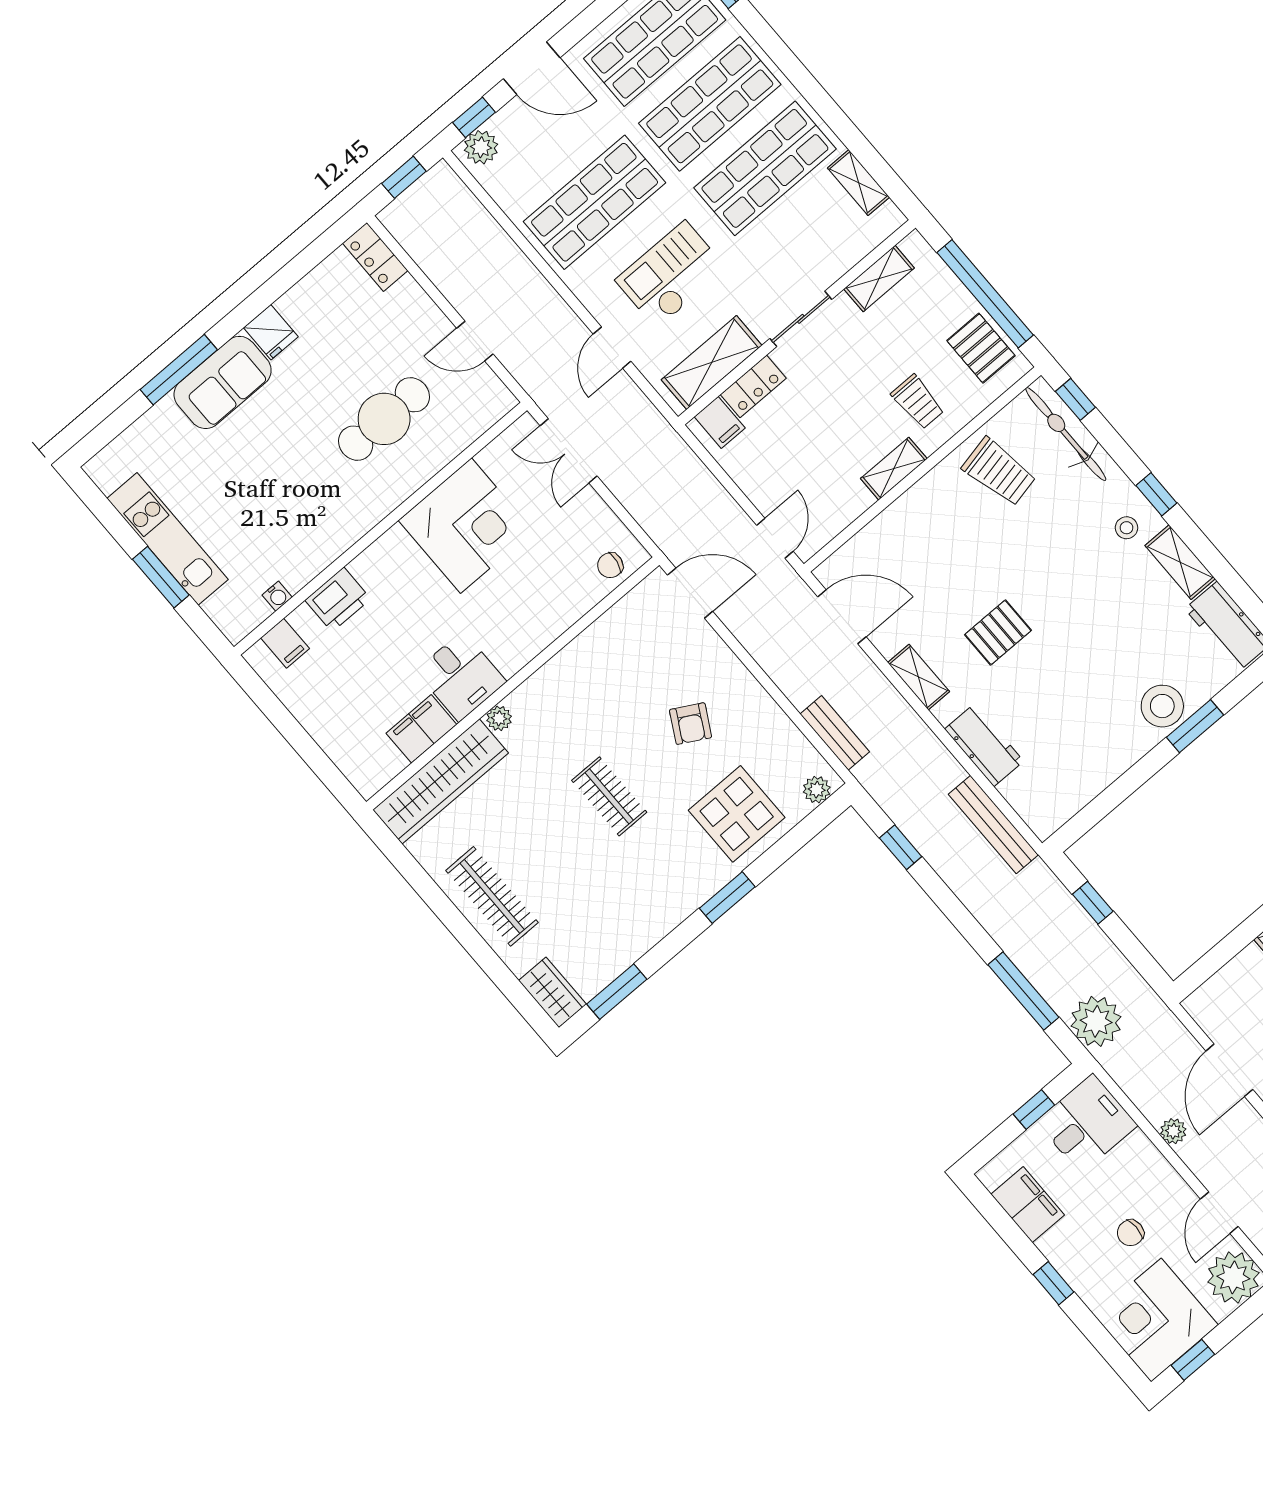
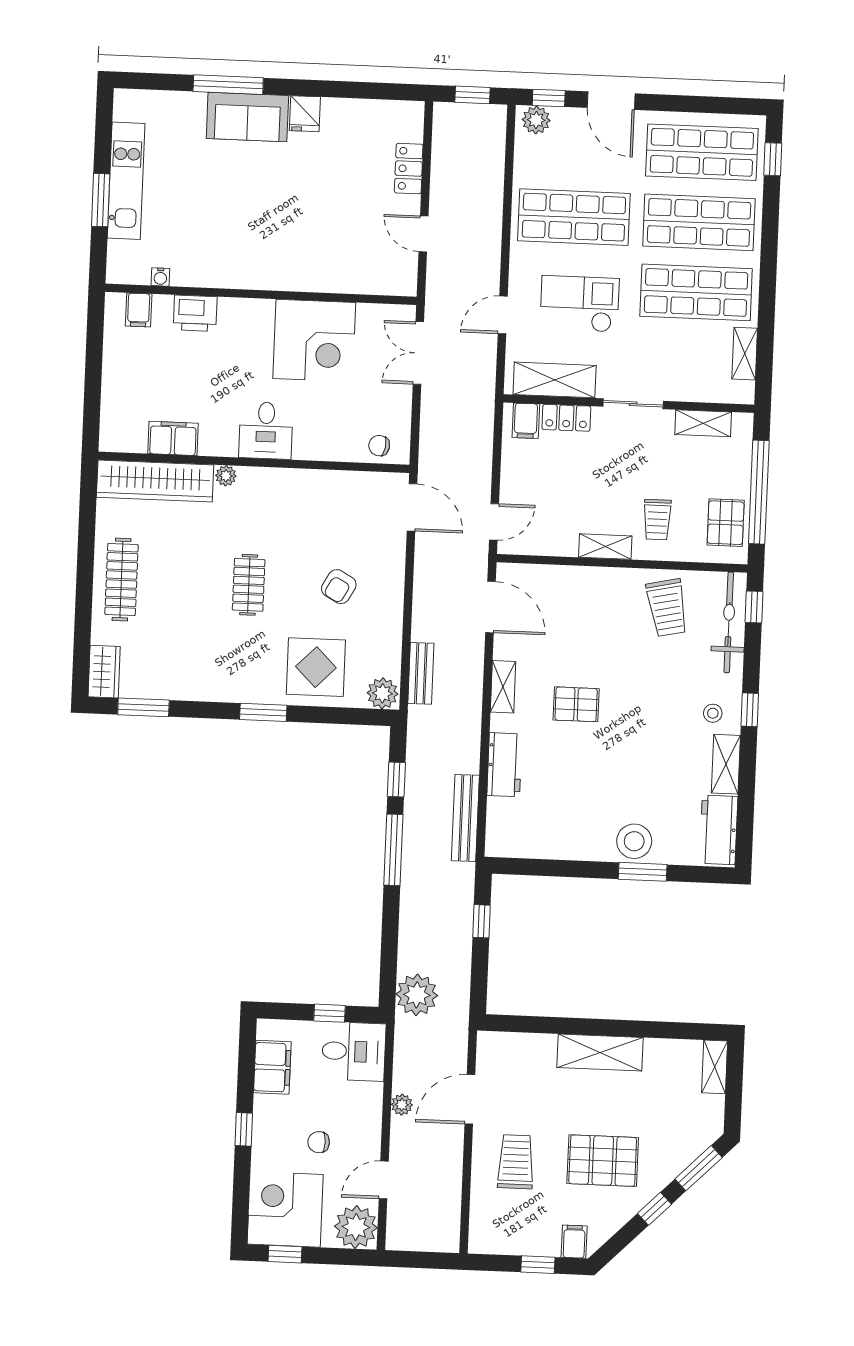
locker: (375, 257) -> (409, 169), moved
cafe table: (384, 419) -> (325, 230), removed
desk: (461, 676) -> (266, 430), moved
plant: (817, 790) -> (382, 693), width x1.38, depth x1.38
window: (1023, 991) -> (393, 850), moved

